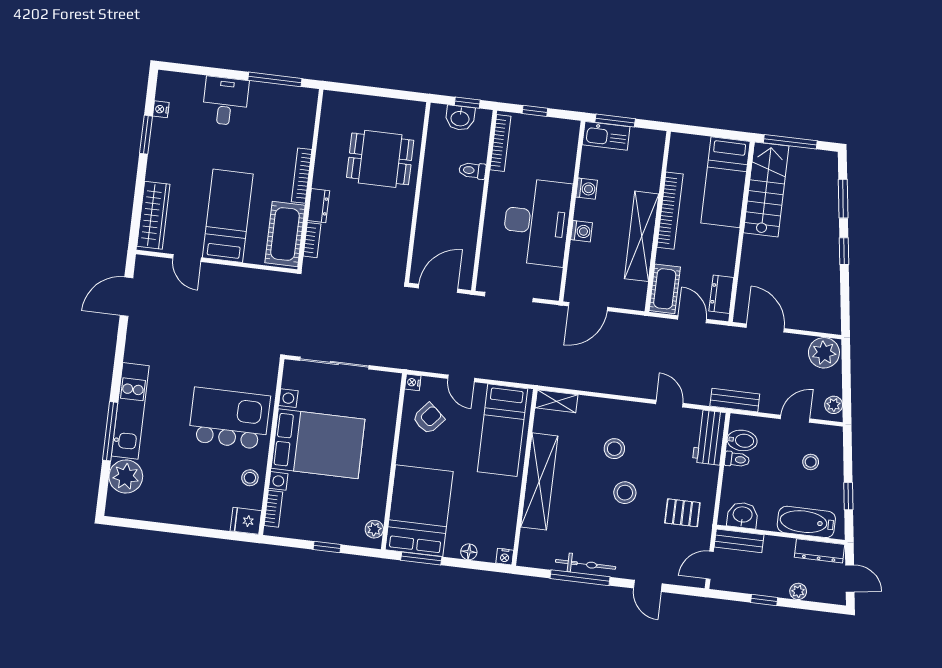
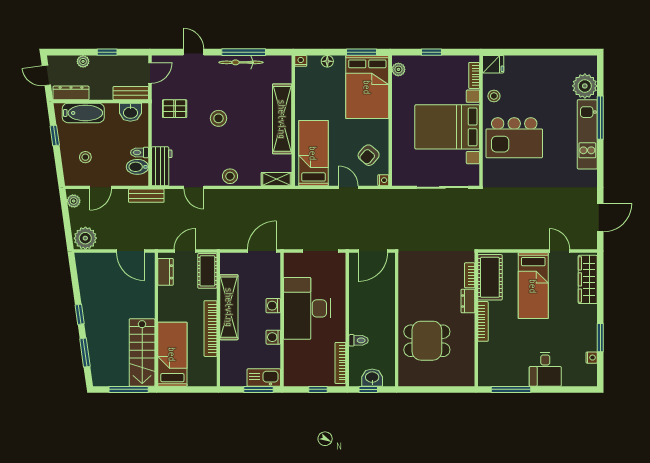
door: (692, 319) -> (185, 251), swing flipped
stool: (614, 449) -> (230, 176), moved

